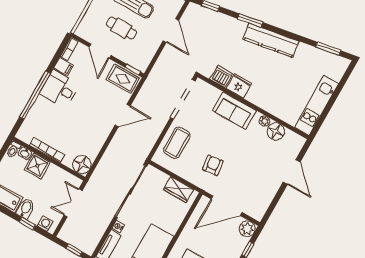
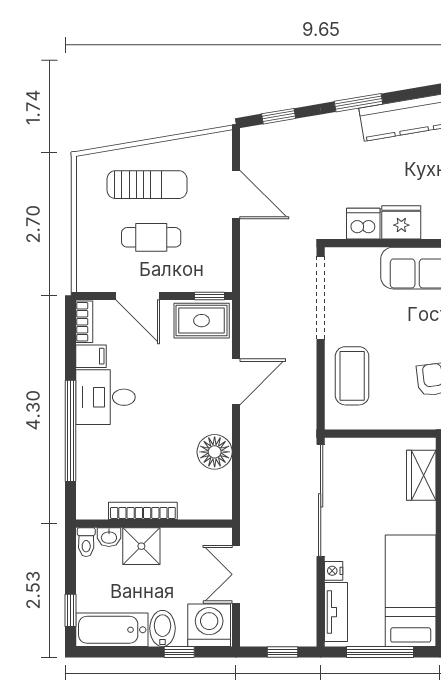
floor lamp: (82, 165) -> (215, 452), moved
wardrobe: (179, 190) -> (421, 475), moved, turned 90
washing machine: (45, 224) -> (209, 625), width x1.89, depth x1.89

